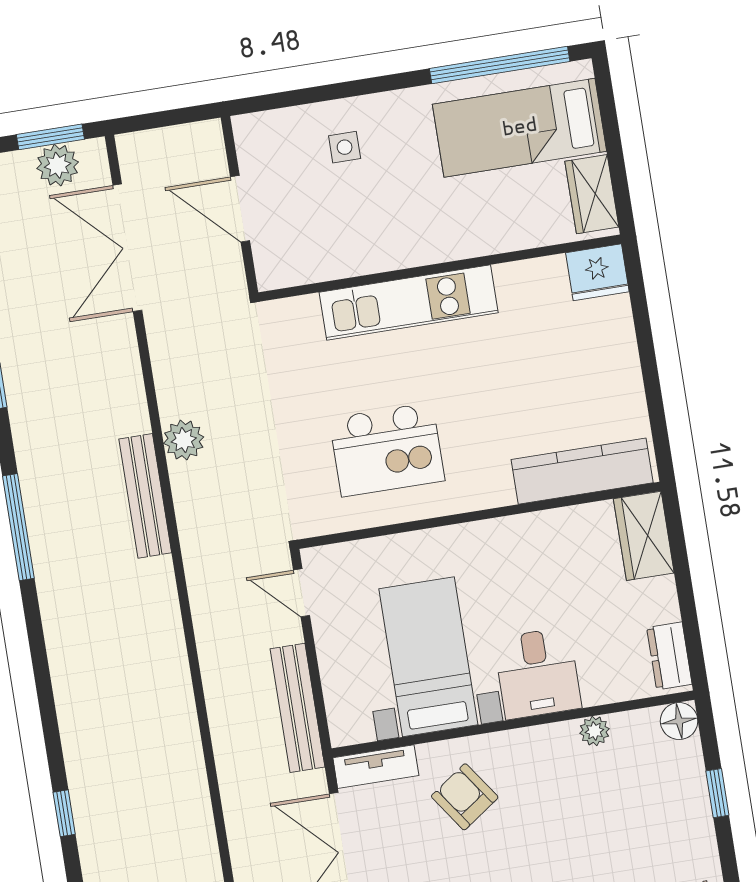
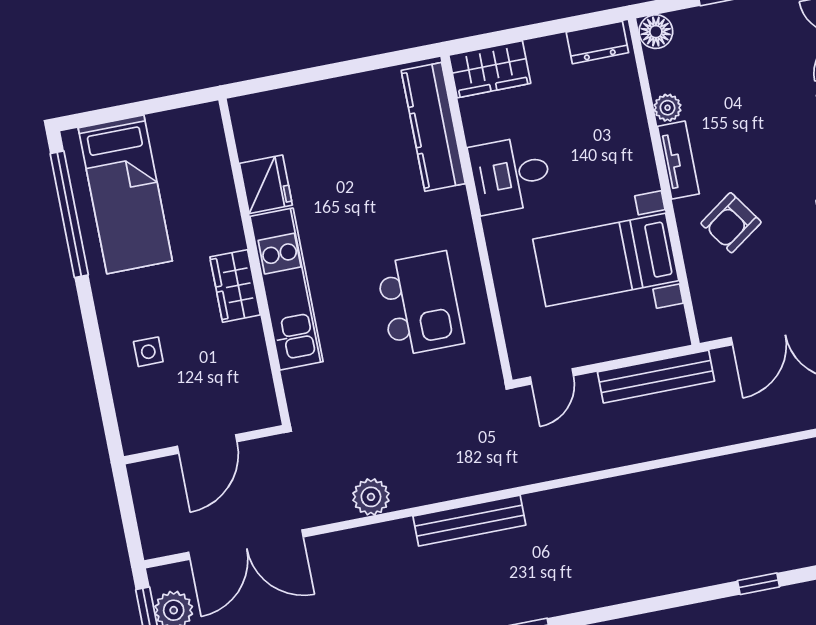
wardrobe: (592, 194) -> (235, 286), moved, turned 90
fridge: (597, 272) -> (266, 184), moved
plant: (184, 440) -> (371, 497), moved
desk: (538, 673) -> (511, 175), moved, turned 180
tv unit: (376, 767) -> (678, 160), moved

